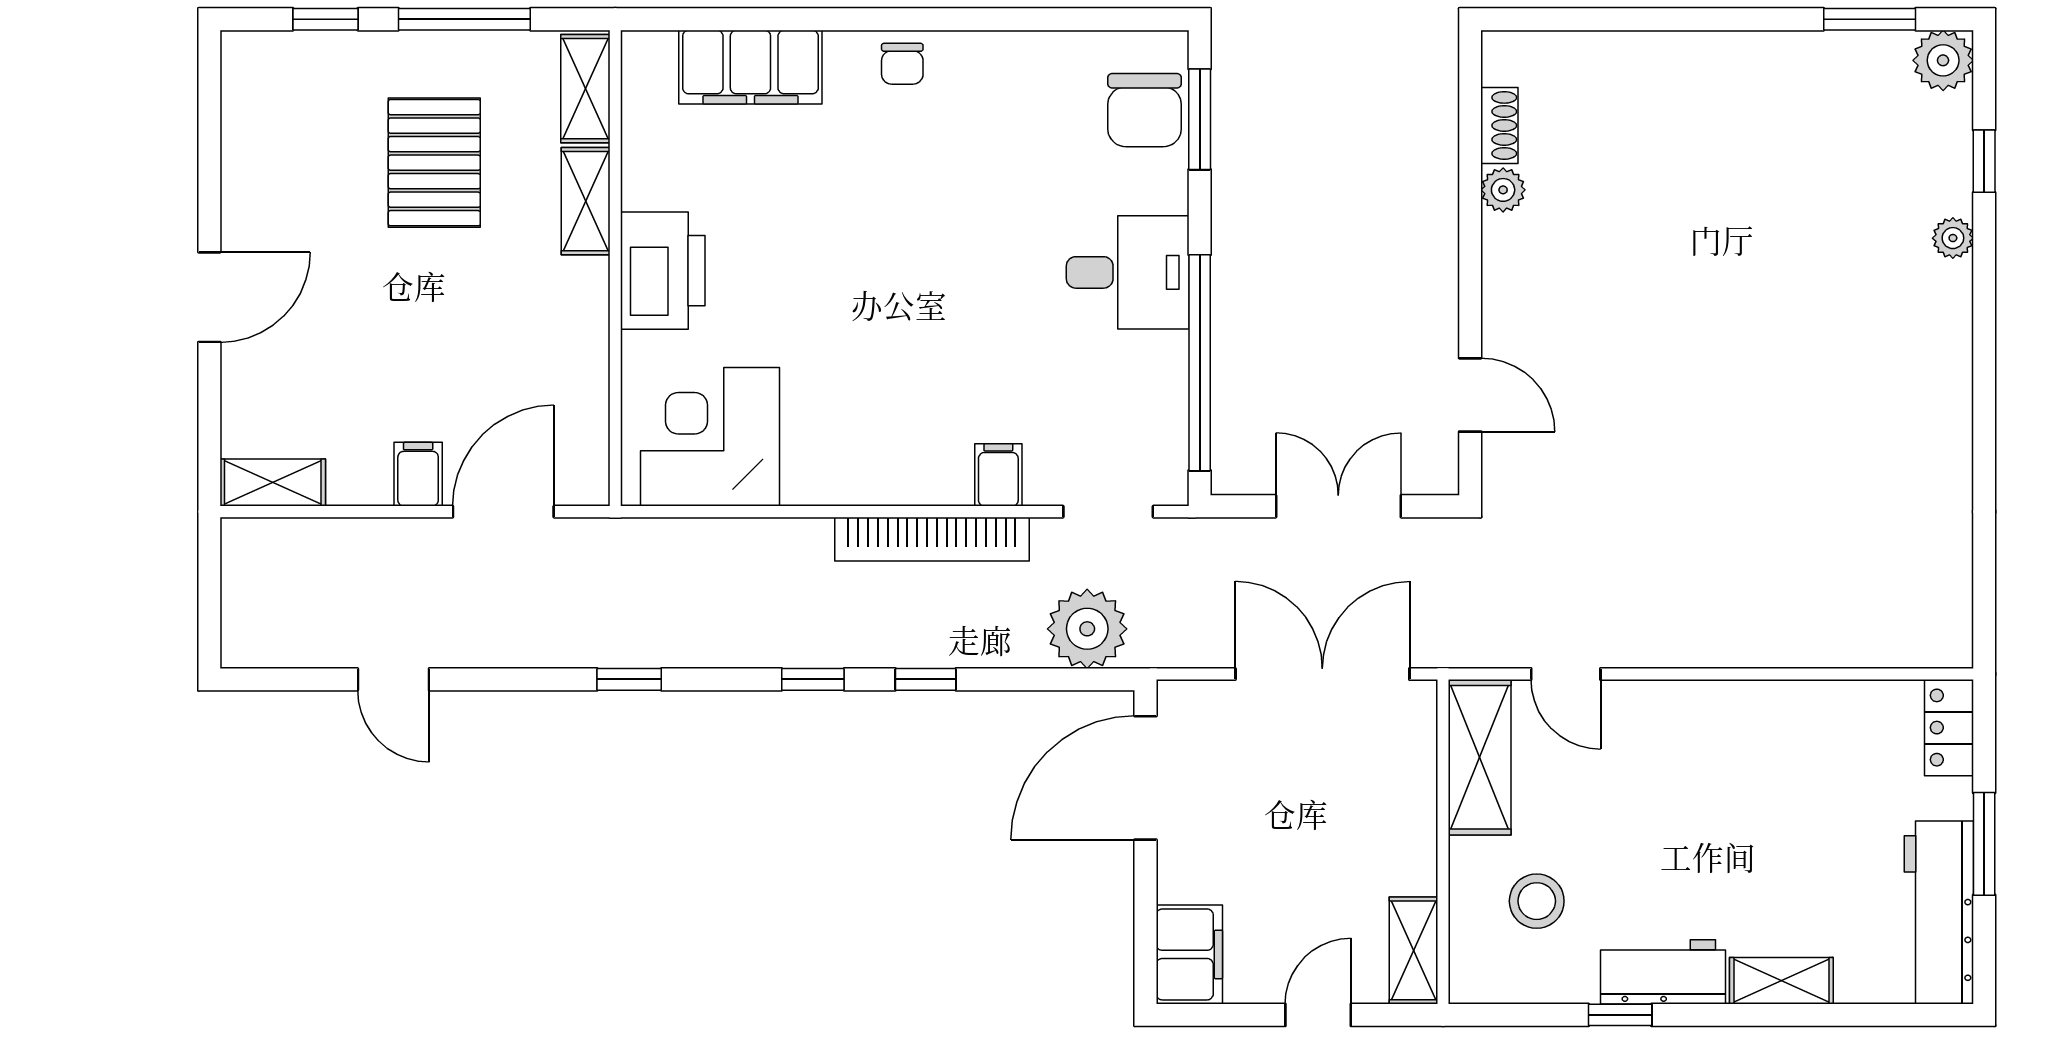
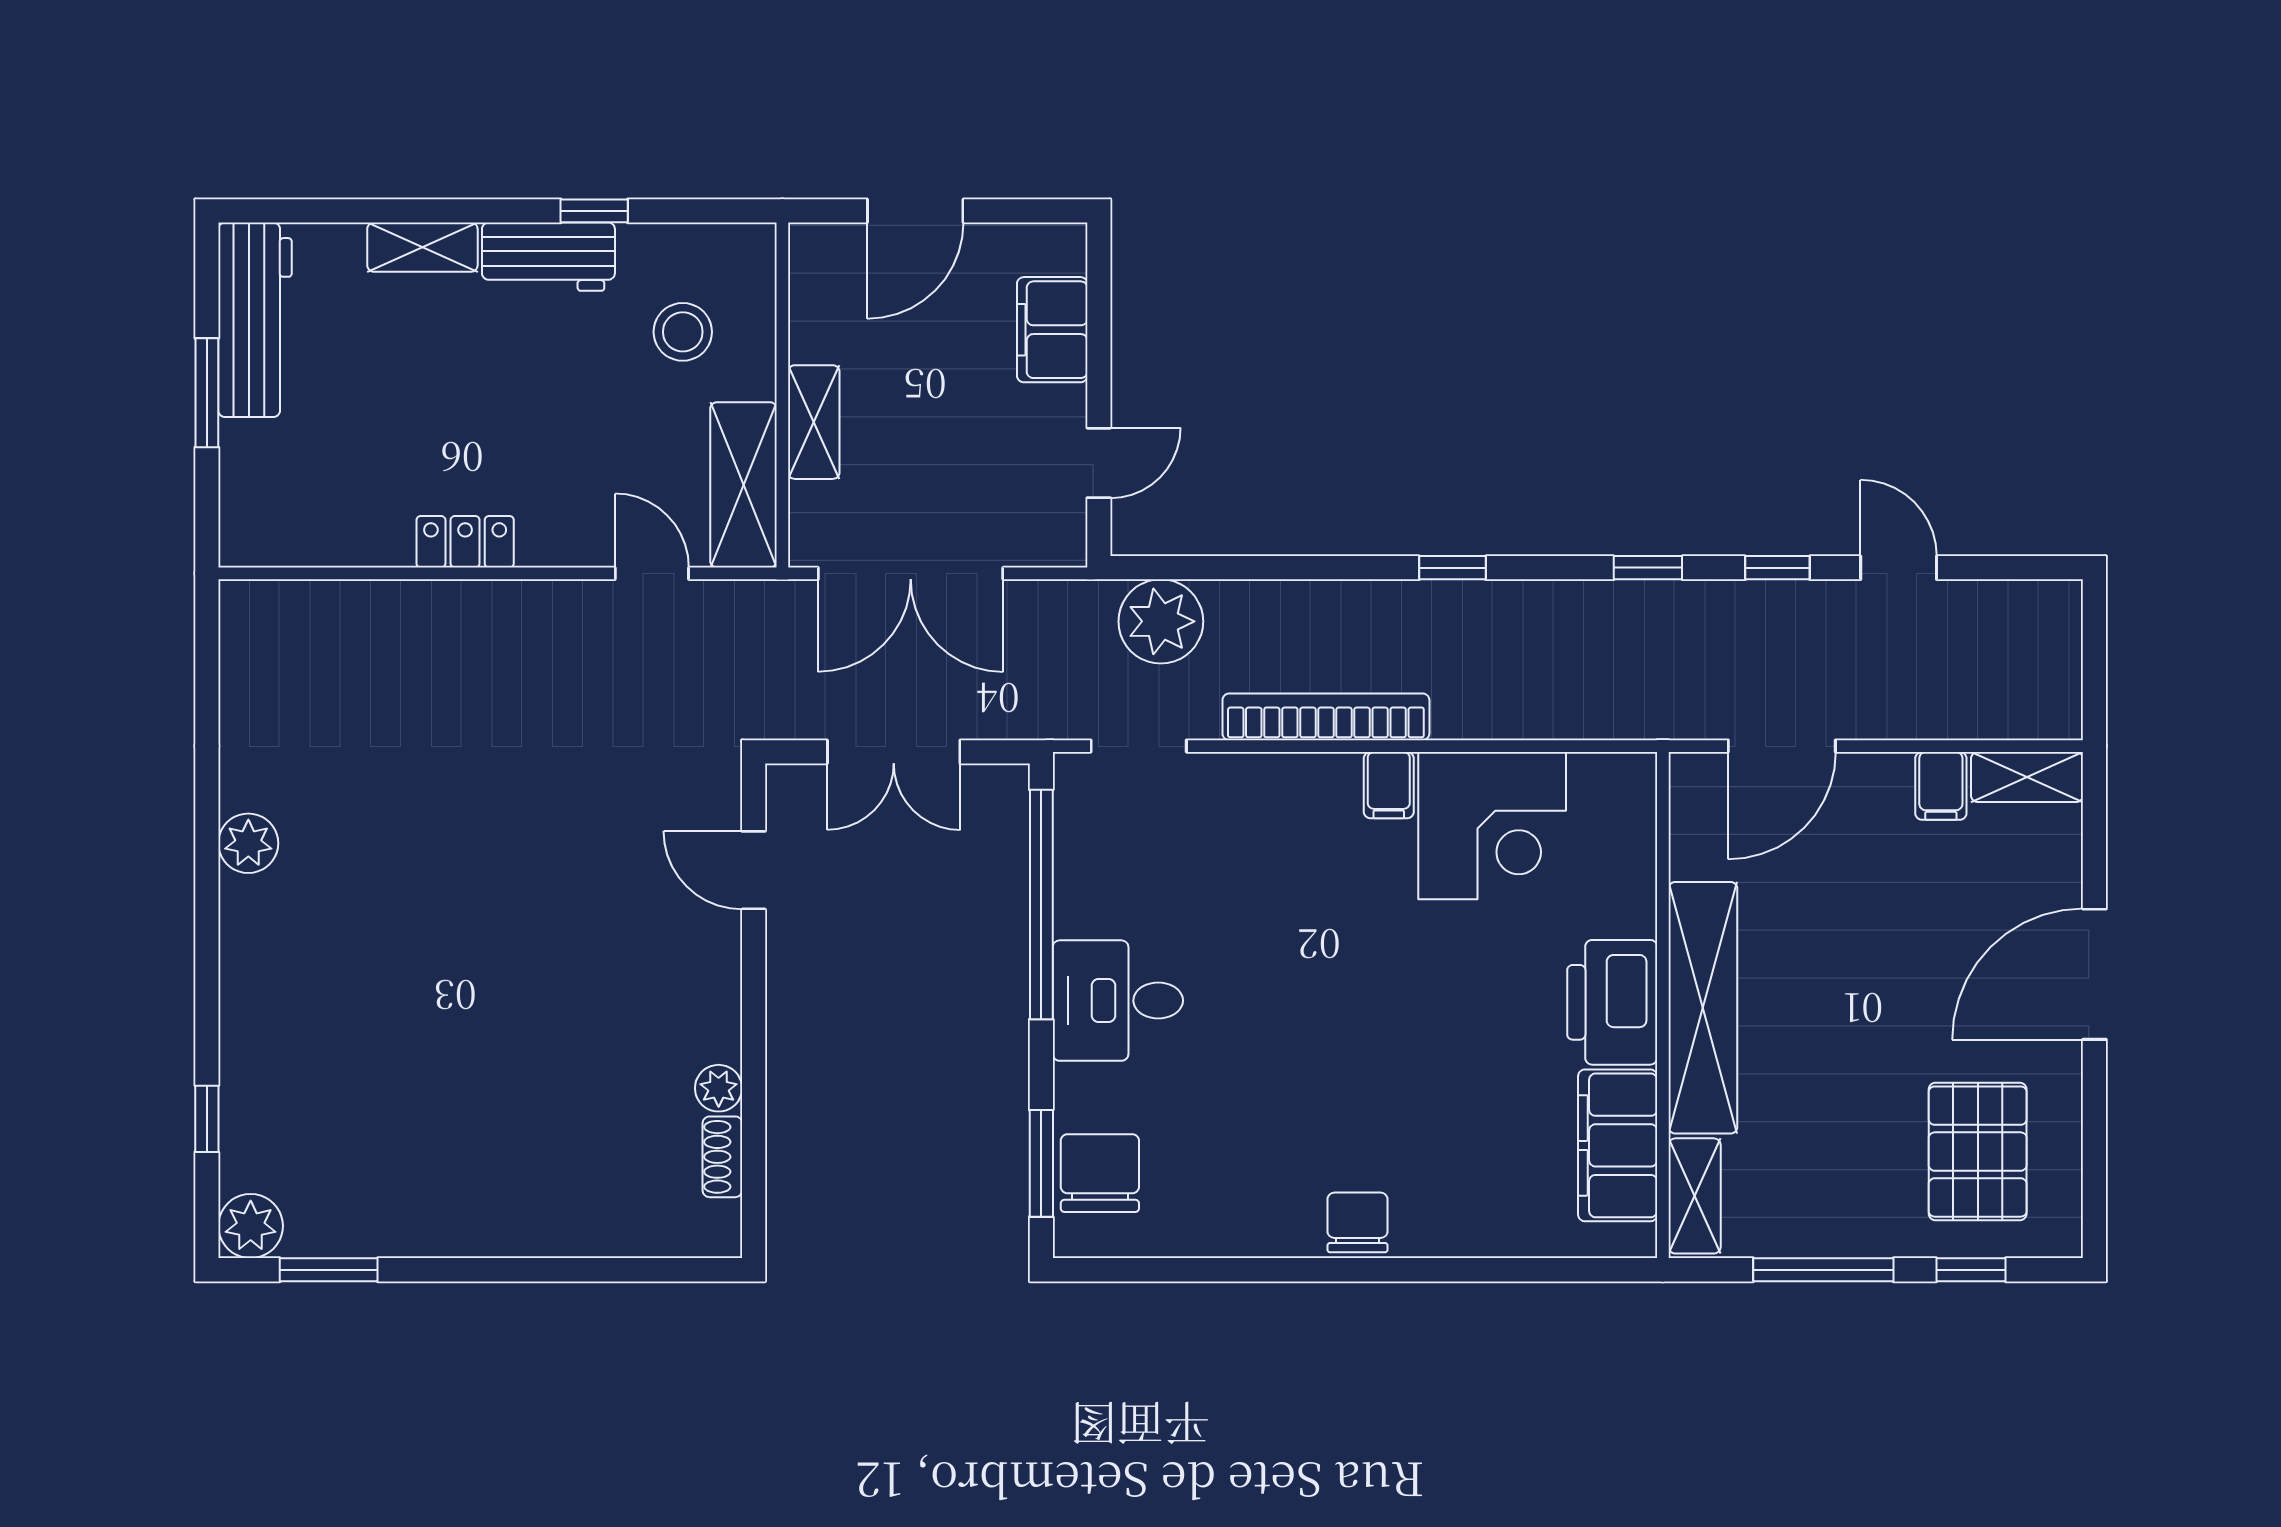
chair: (902, 64) -> (1357, 1222), width x1.37, depth x1.37
filing cabinet: (750, 67) -> (1618, 1145), moved, turned -90
pallet: (434, 163) -> (1978, 1152), moved
shelving: (586, 201) -> (1703, 1008), width x2.20, depth x1.33
plant: (1953, 238) -> (248, 843), moved, width x1.38, depth x1.38
door: (209, 297) -> (2094, 974), width x1.36
corner desk: (710, 437) -> (1492, 826), moved
filing cabinet: (418, 474) -> (1941, 786), moved
filing cabinet: (998, 475) -> (1389, 785), moved
window: (926, 679) -> (1777, 568), moved
locker: (1949, 728) -> (465, 542), moved, turned -90
door: (1145, 778) -> (1099, 463), width x0.53
shelving: (1414, 950) -> (814, 422), moved
filing cabinet: (1189, 954) -> (1052, 330), moved
door: (1318, 1015) -> (915, 211), width x1.38

